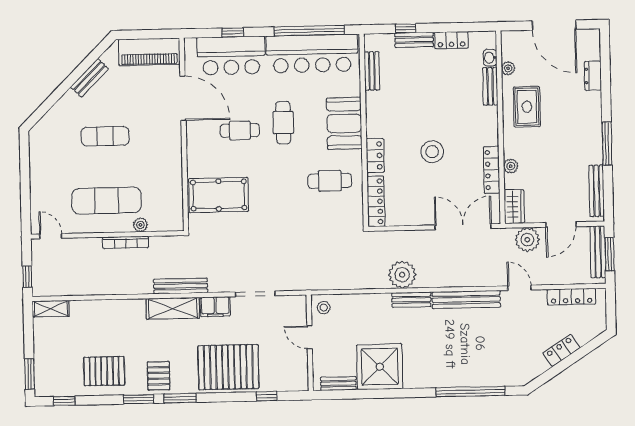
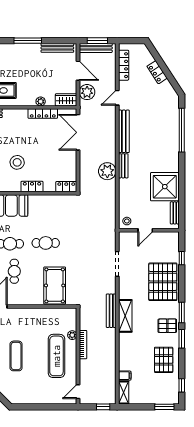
stool: (432, 152) -> (17, 162), moved
cafe table: (330, 181) -> (46, 243), moved, turned 90
locker: (376, 201) -> (66, 187), width x0.66
filing cabinet: (215, 307) -> (125, 376), moved, width x0.50

